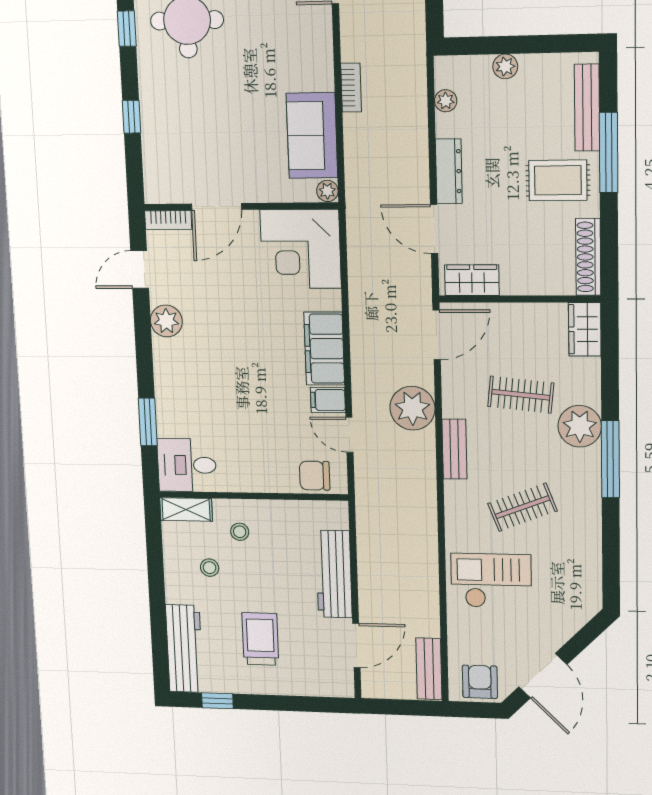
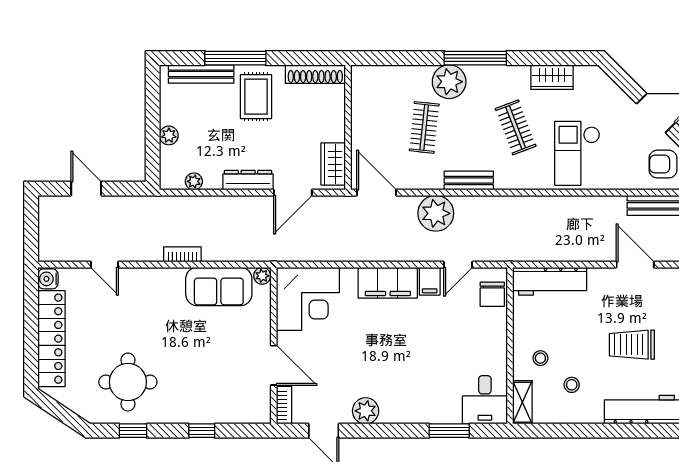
wardrobe: (585, 329) -> (552, 77), moved
workbench: (334, 574) -> (550, 281), moved

